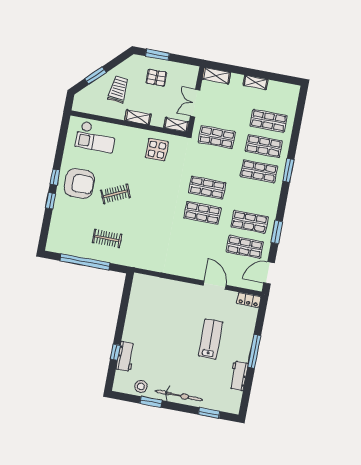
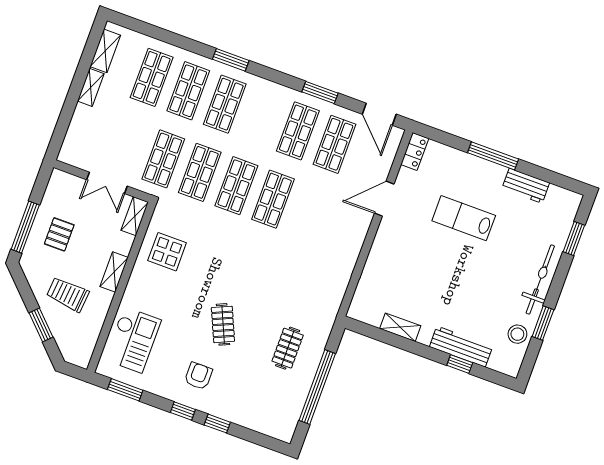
window: (157, 55) -> (25, 227), width x1.44
shelving: (216, 76) -> (105, 51), moved
window: (62, 137) -> (125, 390), added
shop shelf: (212, 162) -> (200, 172), added
armchair: (79, 183) -> (198, 376), width x0.53, depth x0.53
shelving: (133, 309) -> (400, 327), added
workbench: (126, 356) -> (461, 347), width x1.38

